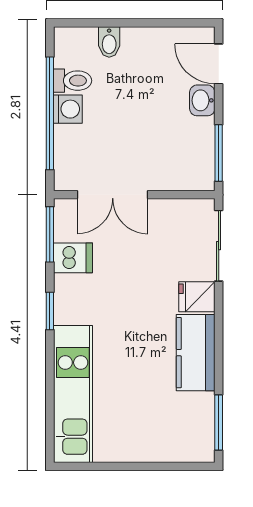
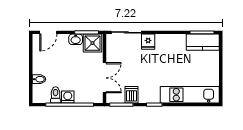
washbasin: (202, 100) -> (76, 39), moved
shower: (194, 167) -> (93, 43), added
kitchen counter: (196, 353) -> (203, 42), moved

